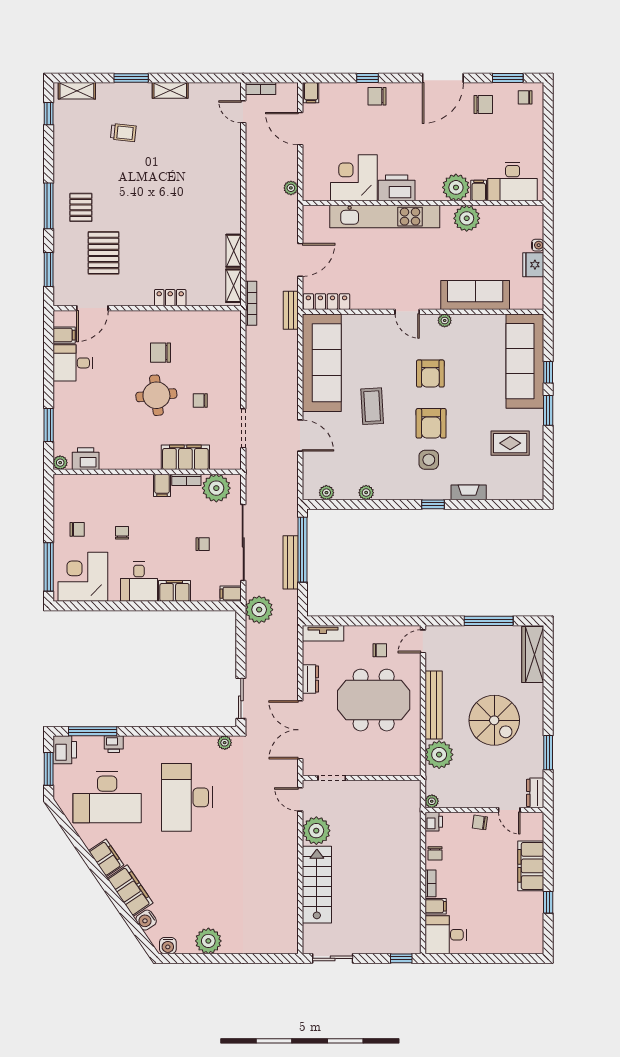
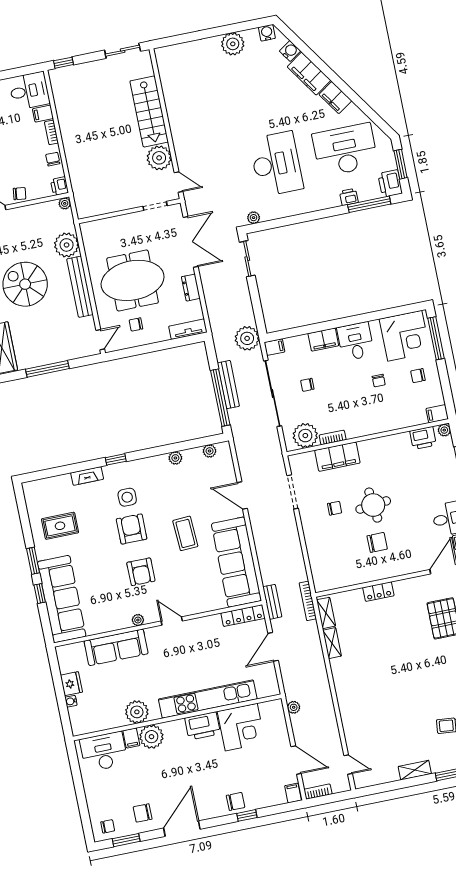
bookcase: (260, 88) -> (318, 792), moved
armchair: (430, 374) -> (141, 572), turned 180
filing cabinet: (162, 485) -> (437, 414), moved, turned -90

